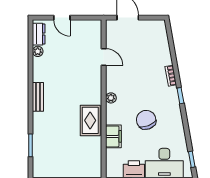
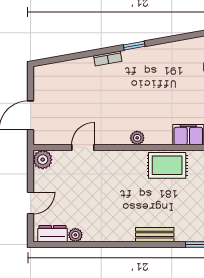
plant: (95, 27) -> (43, 160), added
bench: (38, 97) -> (155, 235), moved
chair: (146, 120) -> (166, 91), removed

